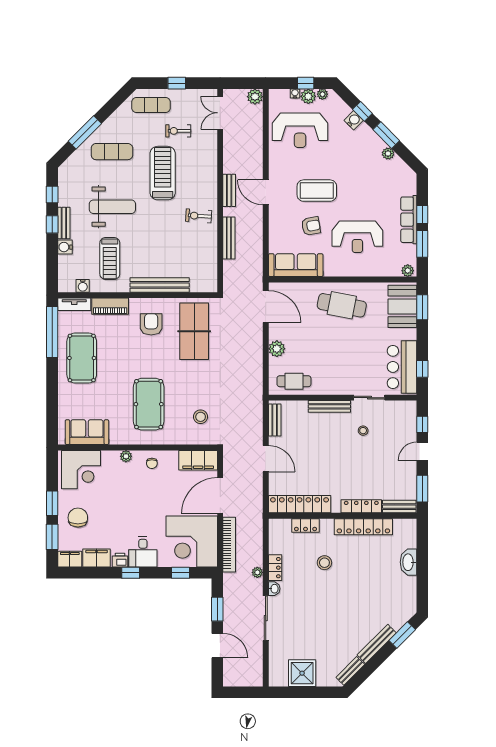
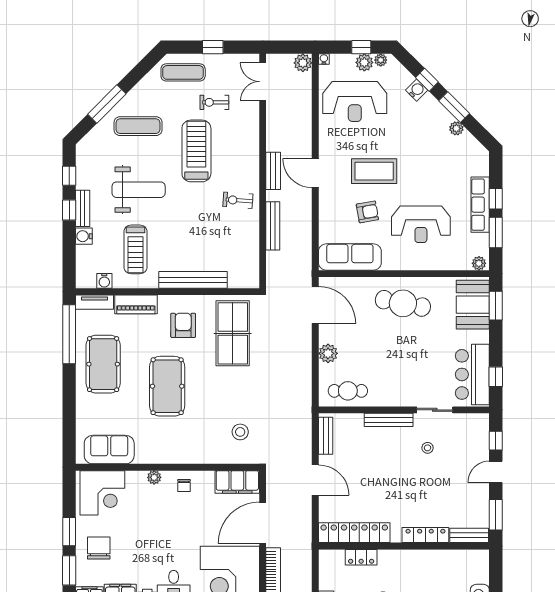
water cooler: (295, 93) -> (324, 59), moved
pool table: (149, 404) -> (167, 386), moved
locker: (363, 527) -> (428, 559), removed

